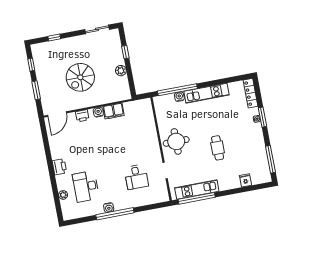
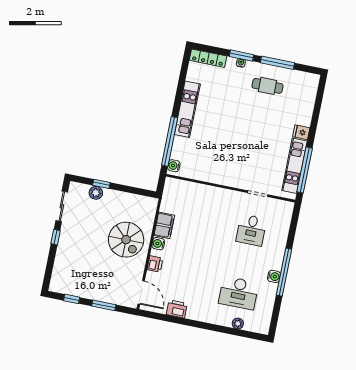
window: (54, 38) -> (56, 237), moved
plant: (121, 71) -> (96, 193), moved
spiral stairs: (80, 77) -> (126, 240), moved
water cooler: (179, 97) -> (174, 166), moved
round table: (176, 141) -> (229, 167), removed
cafe table: (218, 148) -> (267, 86), moved
window: (270, 159) -> (277, 63), moved
printer: (59, 167) -> (177, 309), moved
desk: (136, 177) -> (251, 230), turned 90
fridge: (245, 180) -> (301, 132), moved

